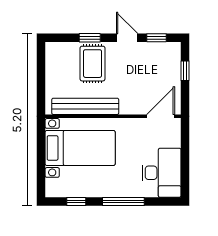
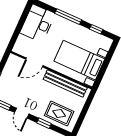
rug: (93, 64) -> (59, 113), moved, turned 90
door: (161, 116) -> (34, 62), moved

